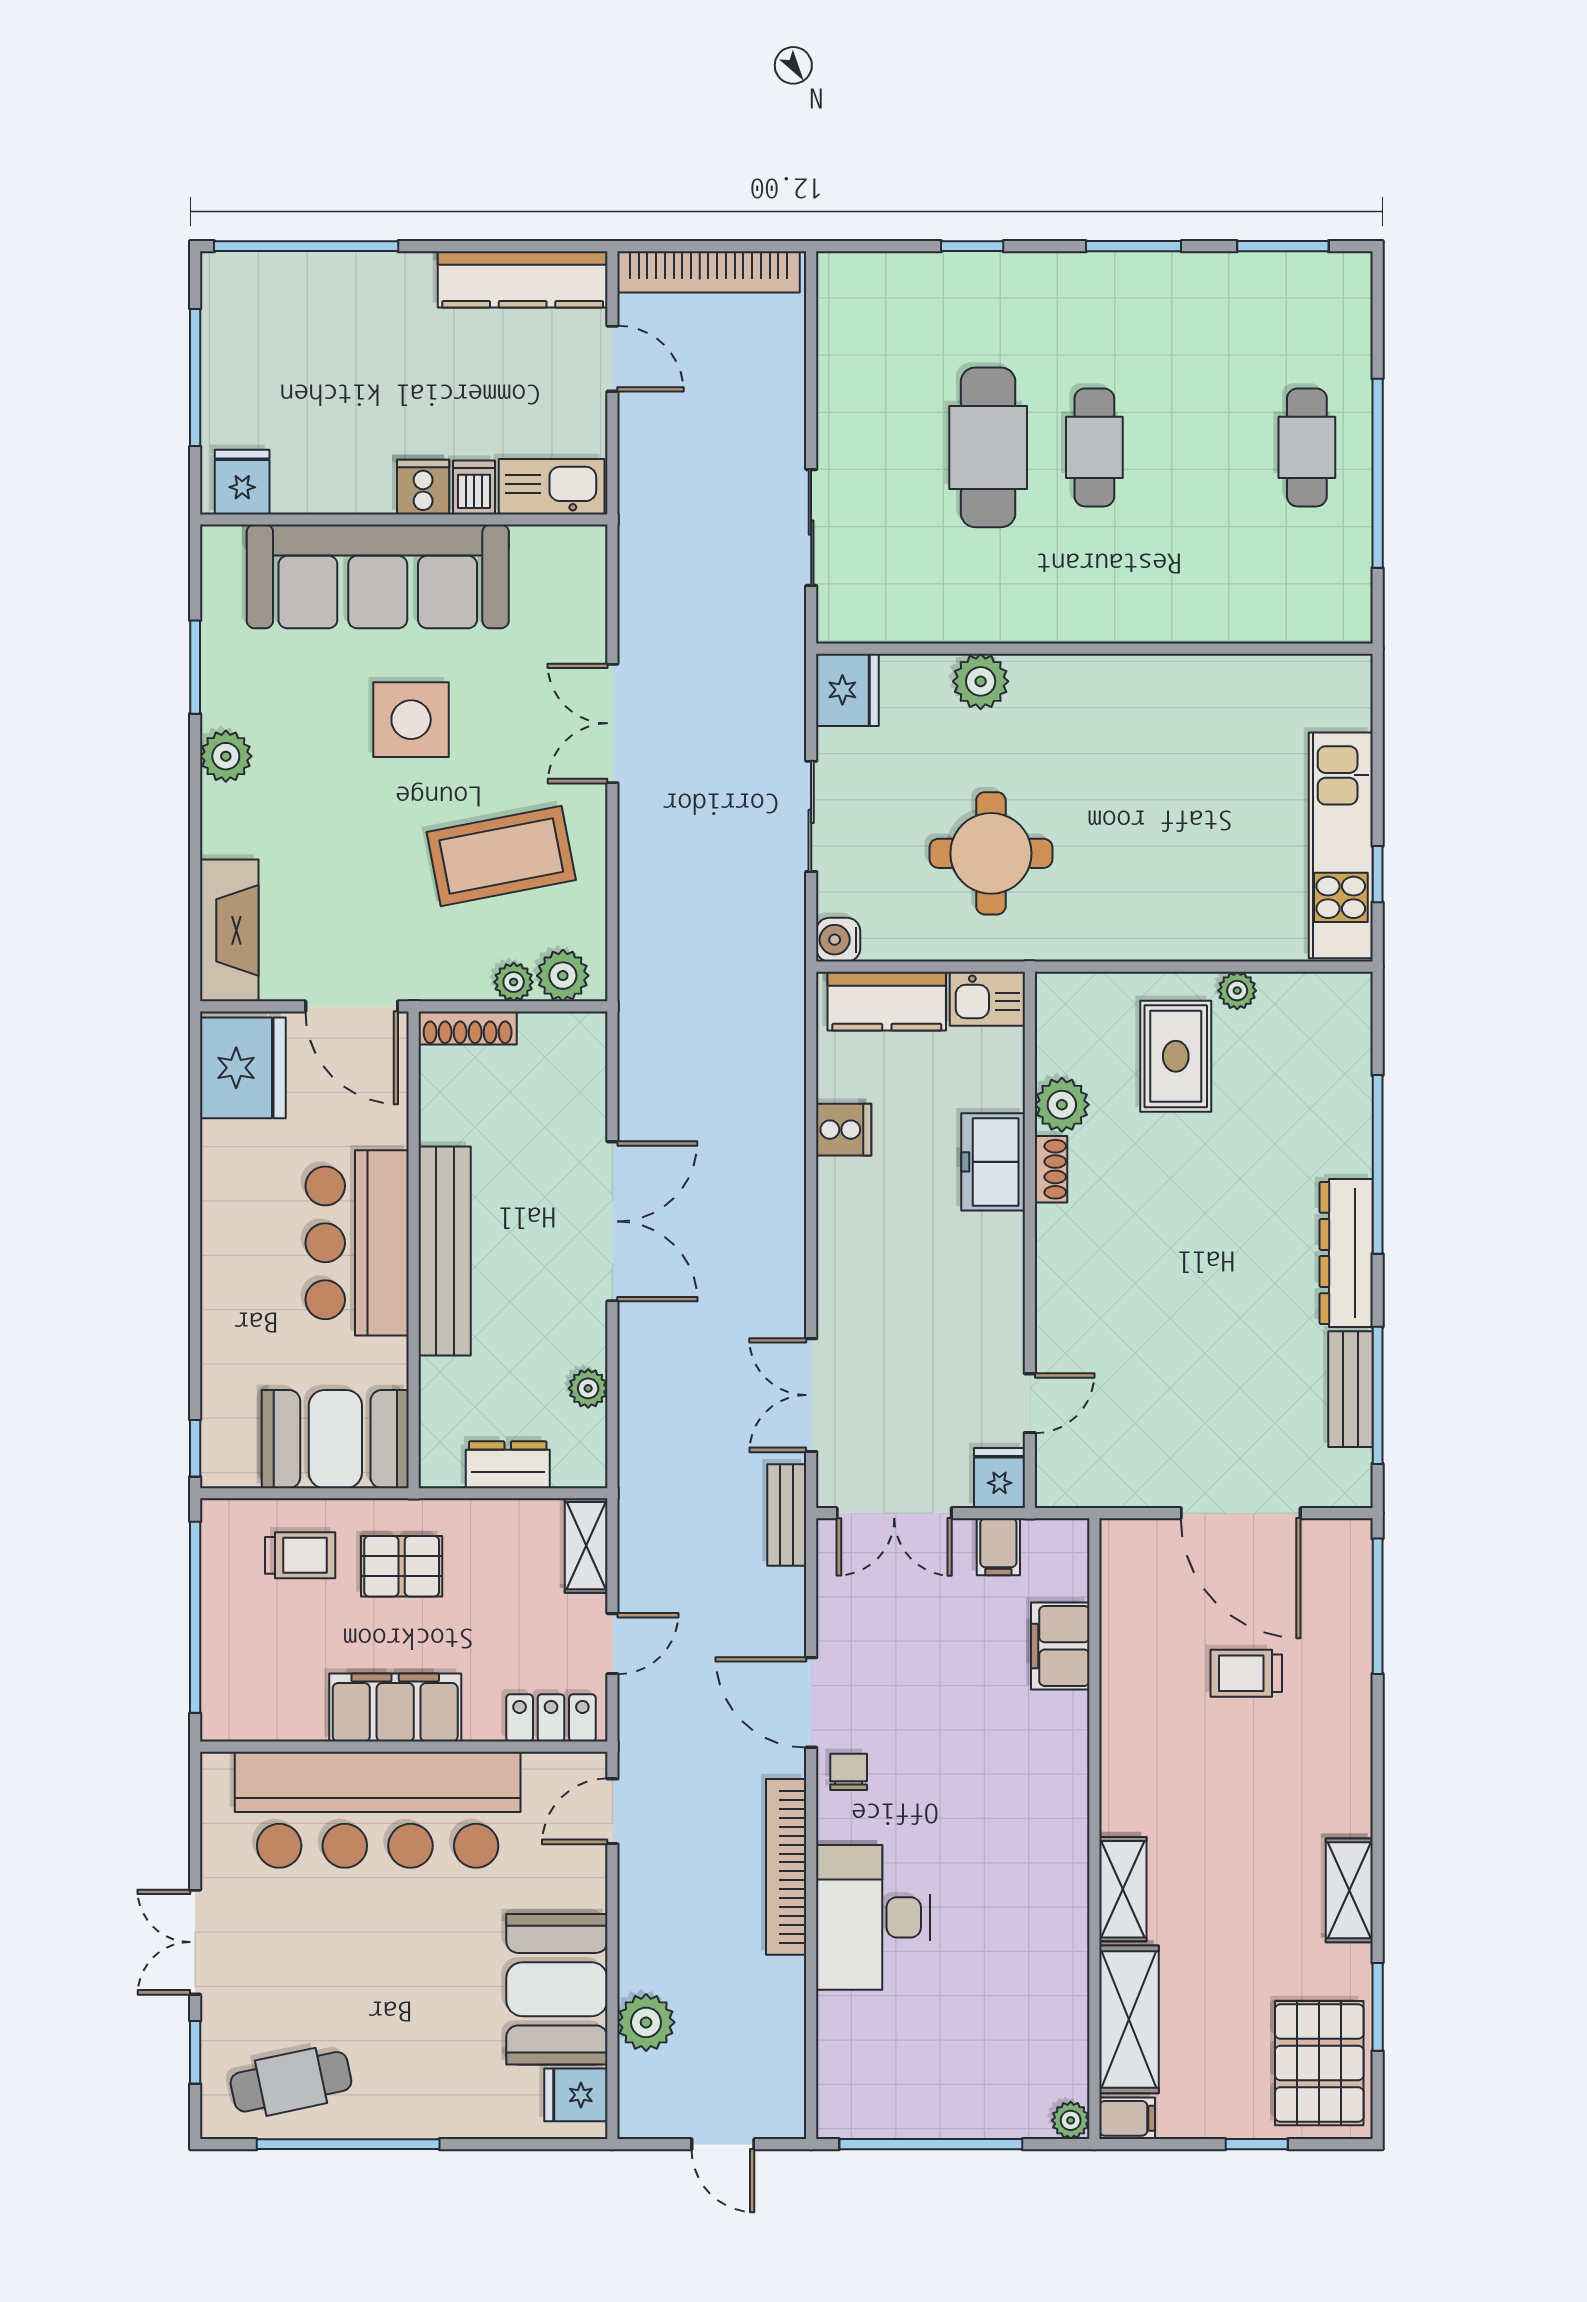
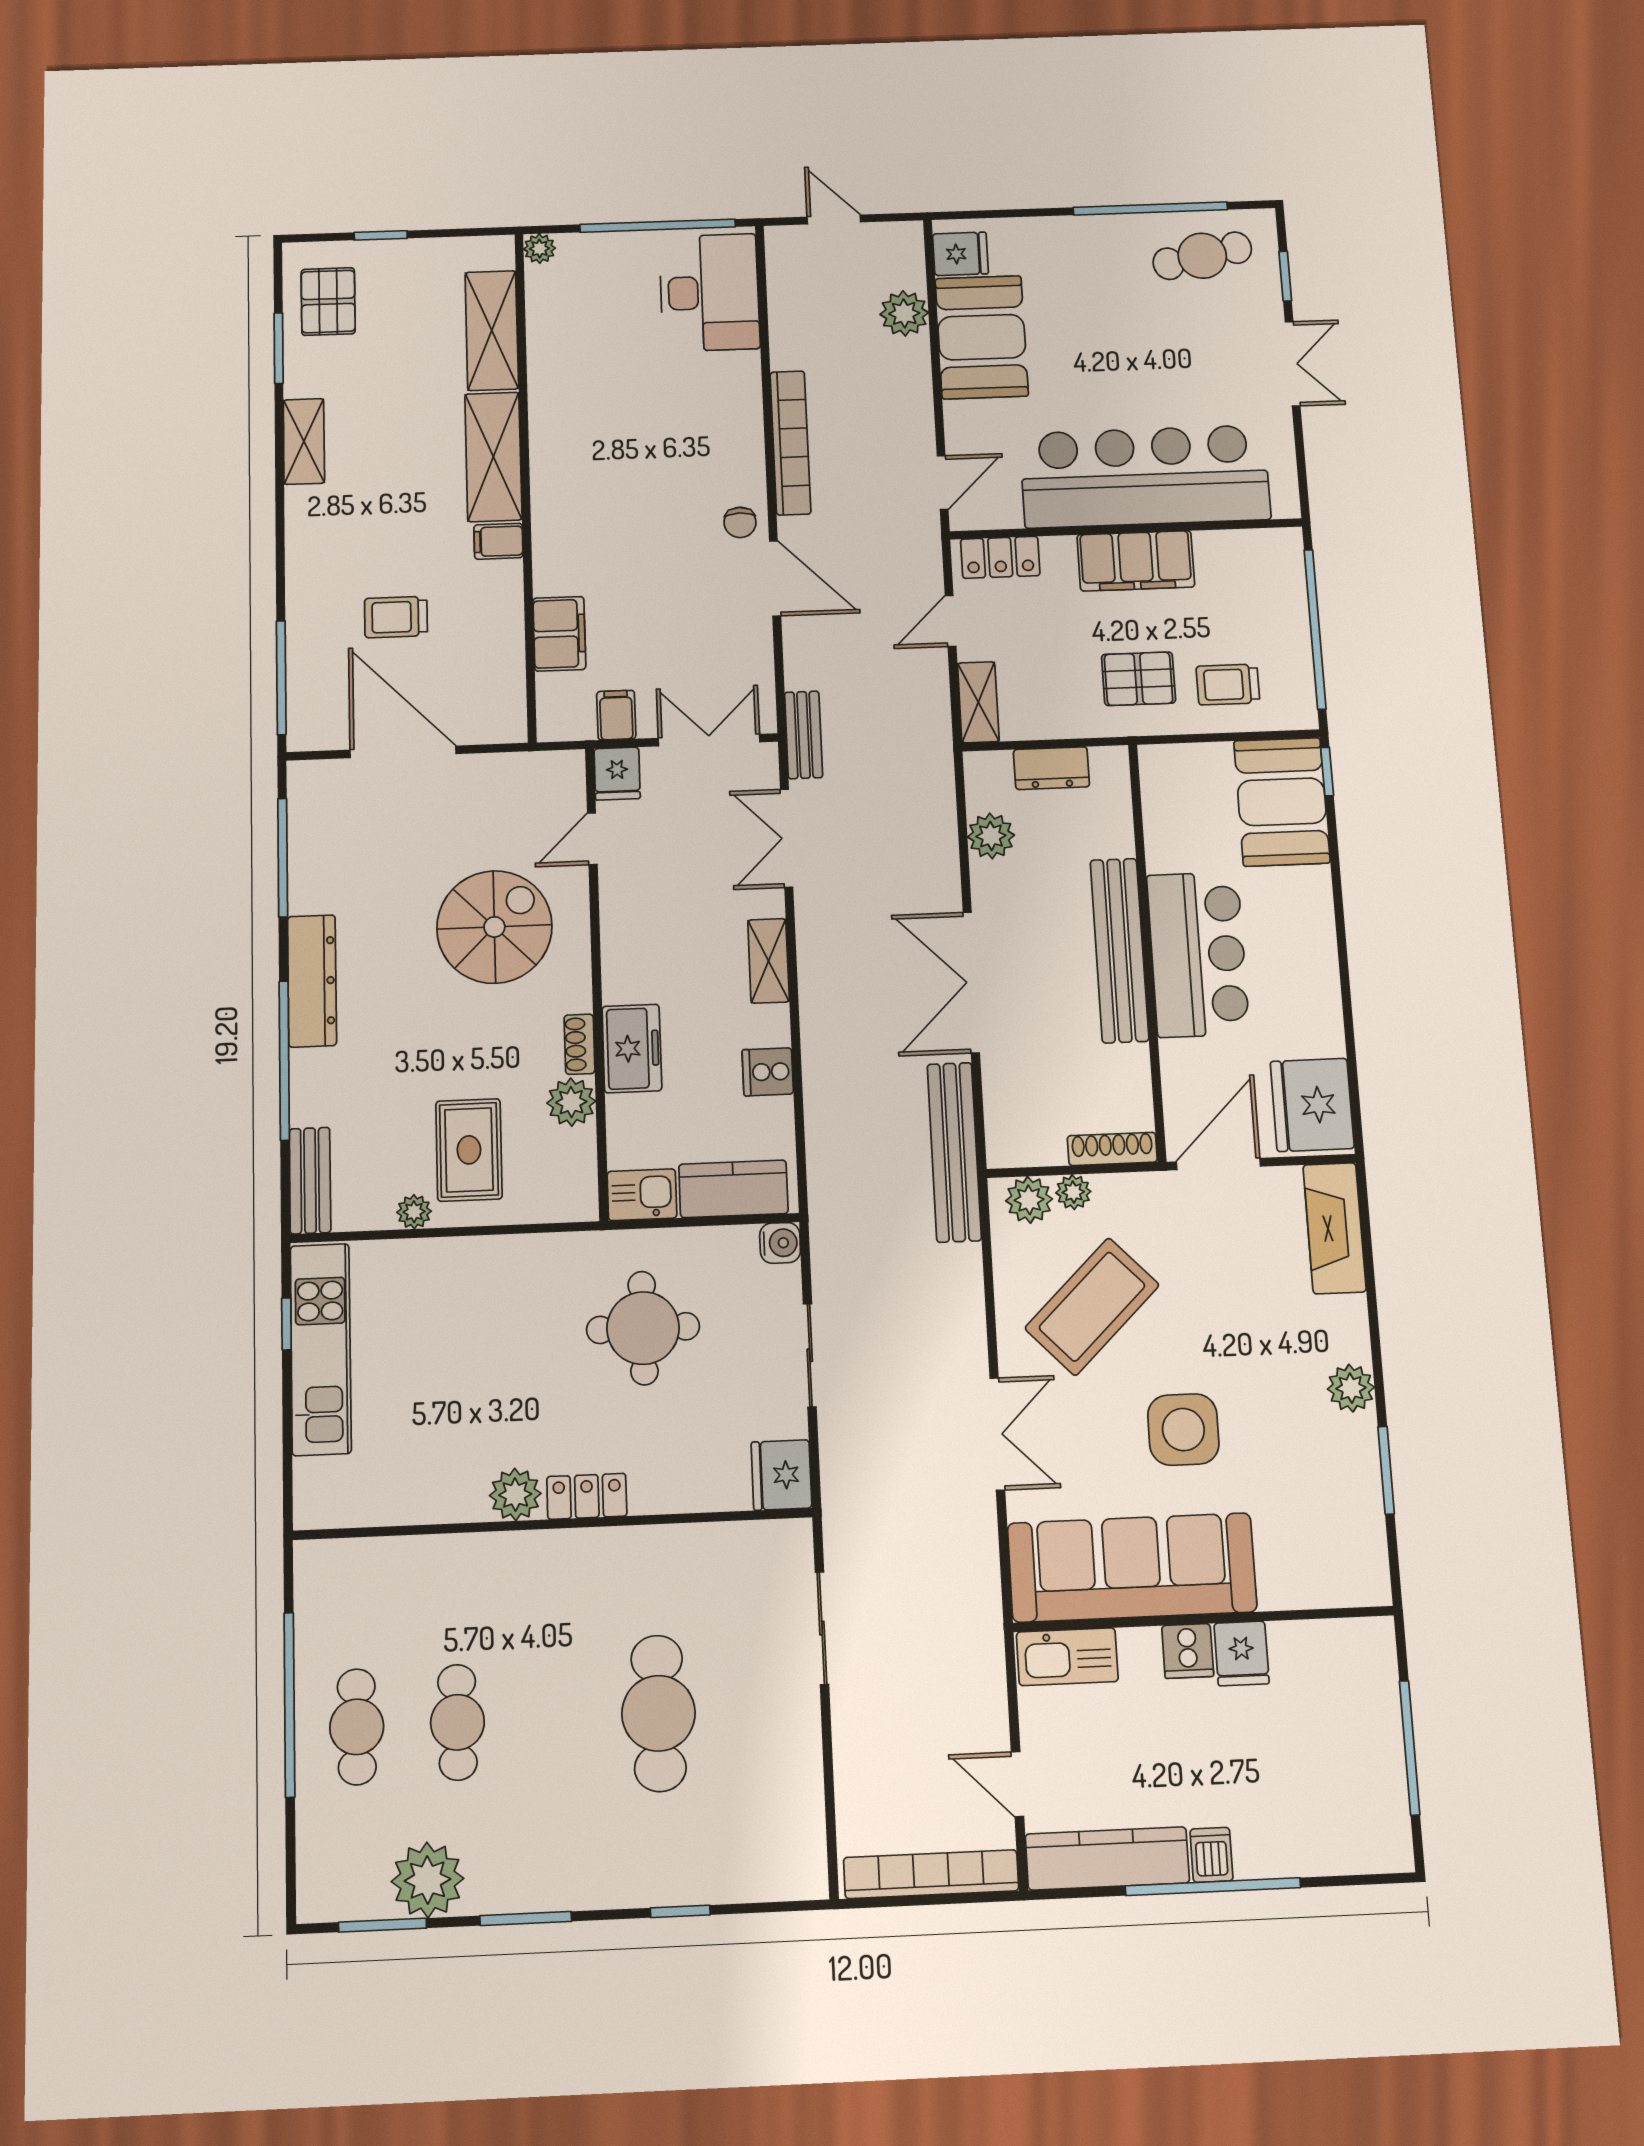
window: (306, 246) -> (1213, 1887), moved
plant: (1235, 289) -> (428, 1880), added
cafe table: (1094, 447) -> (457, 1722), moved
fridge: (242, 482) -> (1242, 1653), moved
dishwasher: (474, 488) -> (1211, 1855), moved, turned 180
sofa: (378, 576) -> (1132, 1567), moved
locker: (1057, 676) -> (587, 1496), added
plant: (981, 681) -> (515, 1495), moved
coffee table: (501, 856) -> (1092, 1307), turned -33
door: (352, 1006) -> (1218, 1164), hinge flipped
bench: (642, 1032) -> (954, 1152), added
shelving: (838, 1255) -> (768, 961), added
spiral stairs: (1142, 1306) -> (494, 927), added
plant: (588, 1388) -> (991, 836), width x1.38, depth x1.38
bench: (1350, 1389) -> (310, 1181), moved
double door: (811, 1395) -> (787, 838), swing flipped
booth: (335, 1439) -> (1282, 802), moved, turned 90
trolley: (1246, 1673) -> (396, 617), turned 180
shelving: (1123, 1889) -> (493, 457), width x1.50, depth x1.33
desk: (873, 1917) -> (709, 293), moved
pallet: (1319, 2063) -> (328, 302), width x0.67, depth x0.71
filing cabinet: (1127, 2118) -> (498, 541), moved

